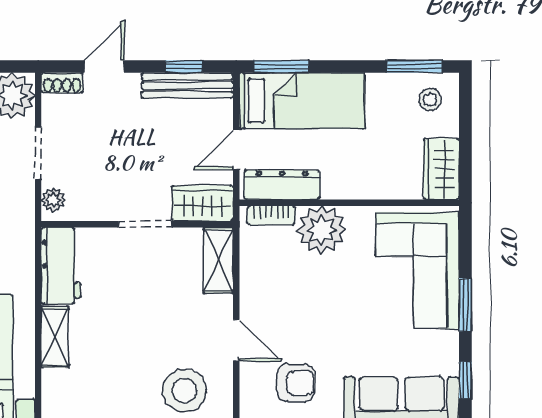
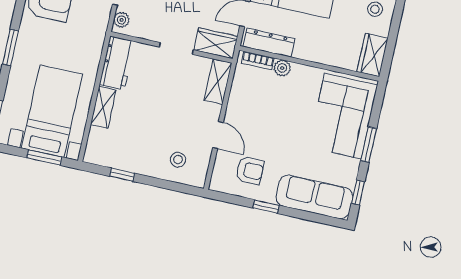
plant: (321, 230) -> (282, 68), width x0.53, depth x0.53
stool: (184, 391) -> (178, 160), width x0.53, depth x0.53

